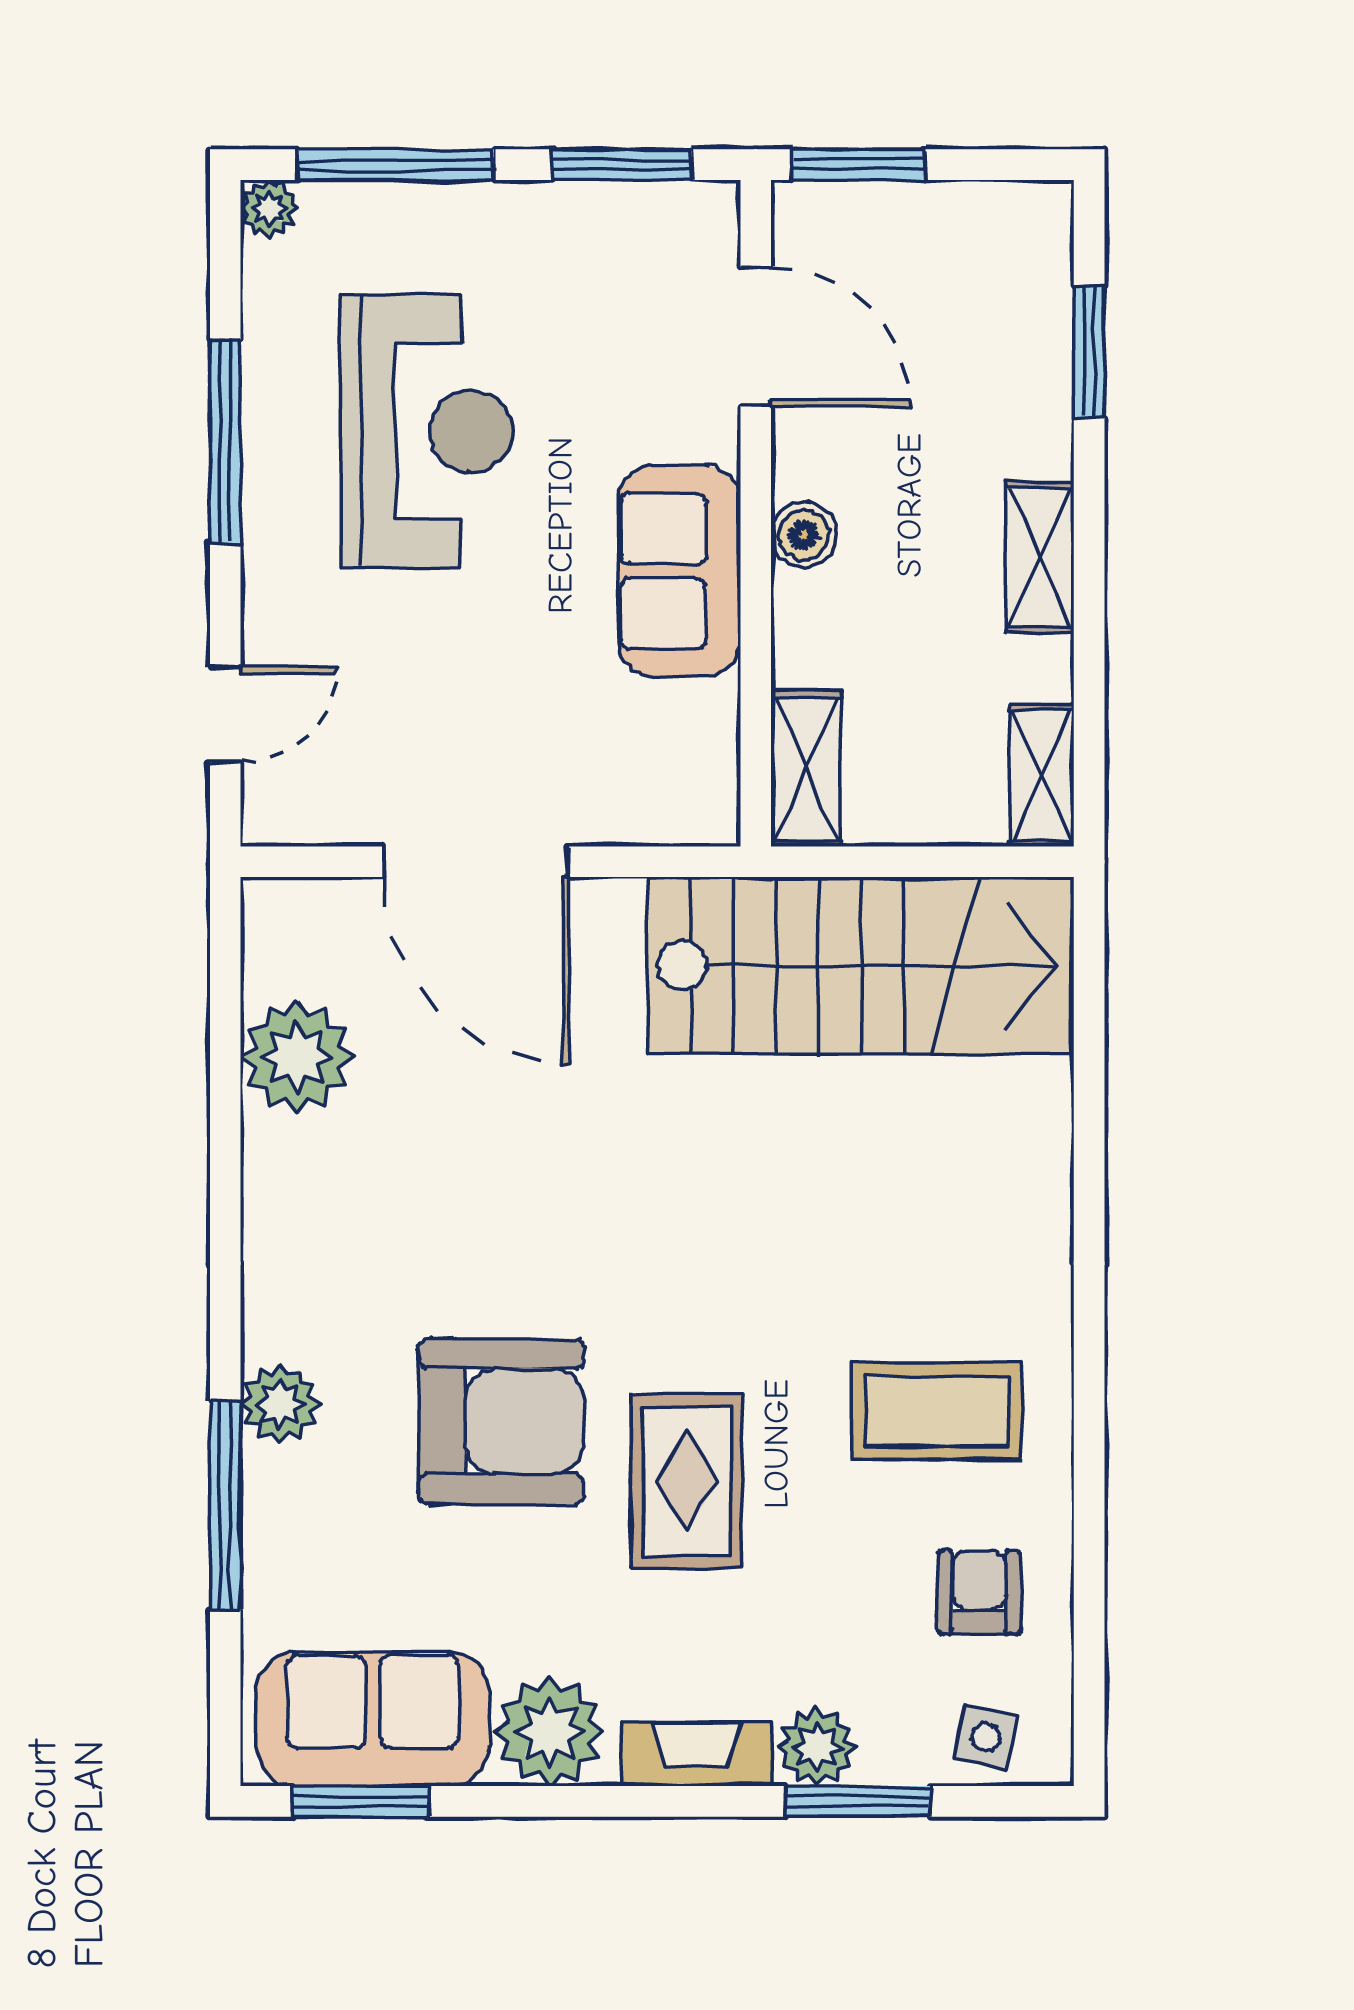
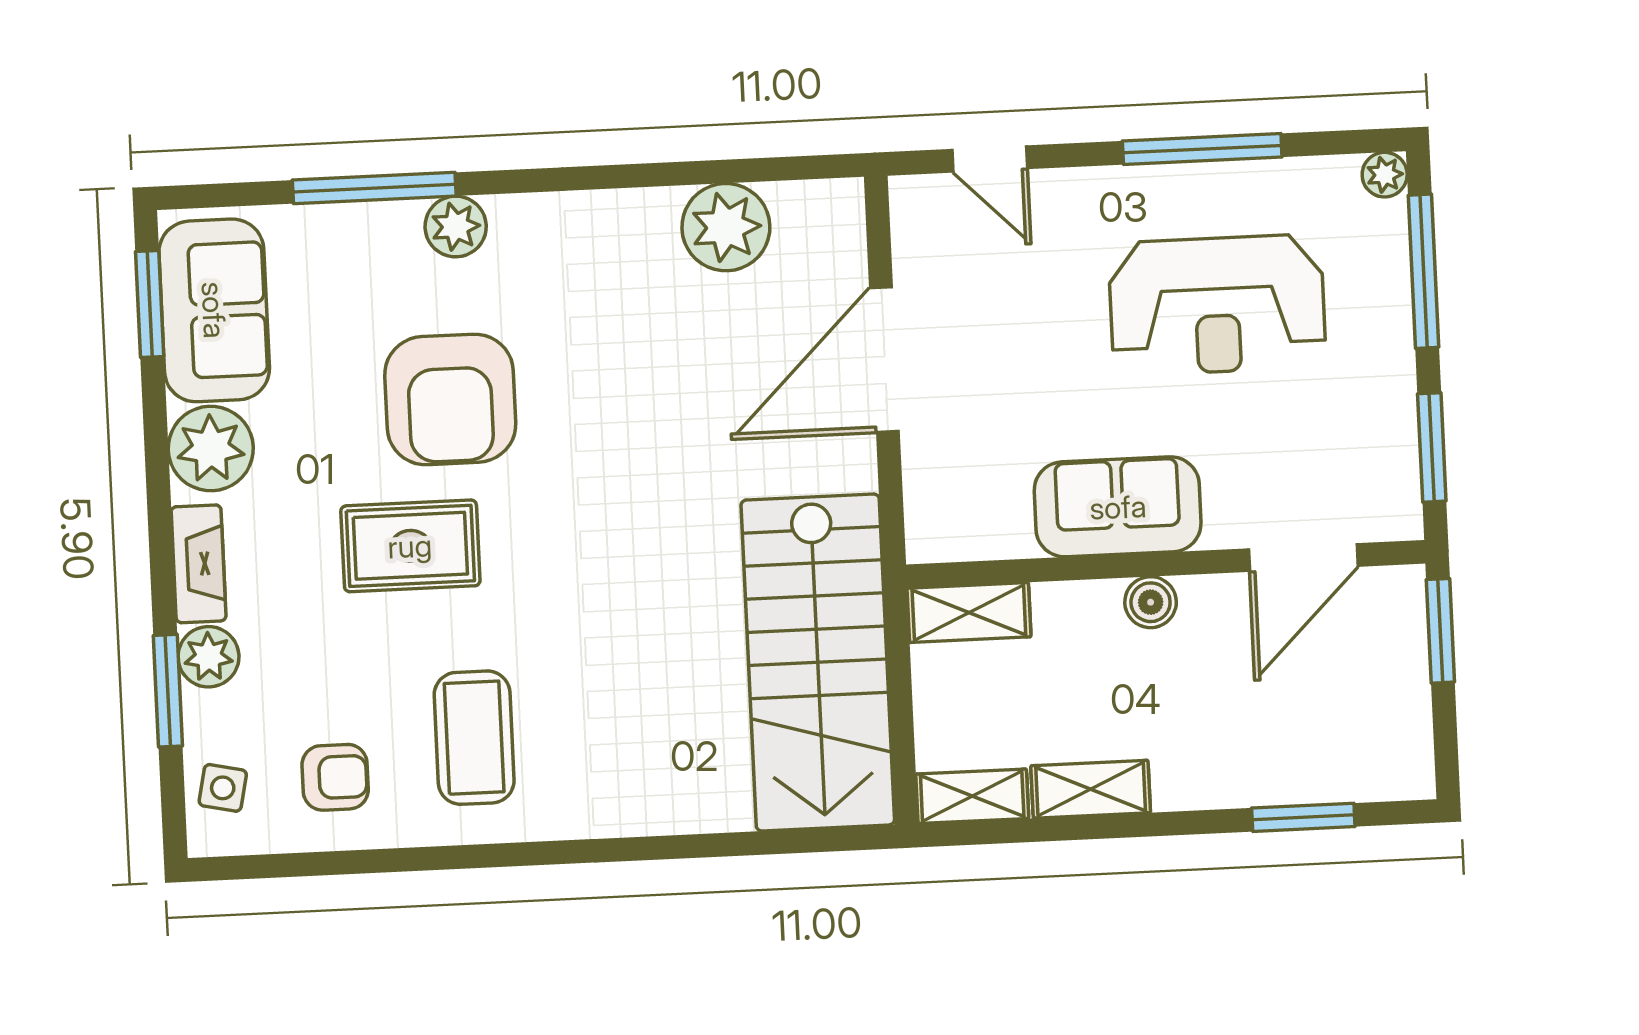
shelving: (1040, 557) -> (1091, 789), moved

